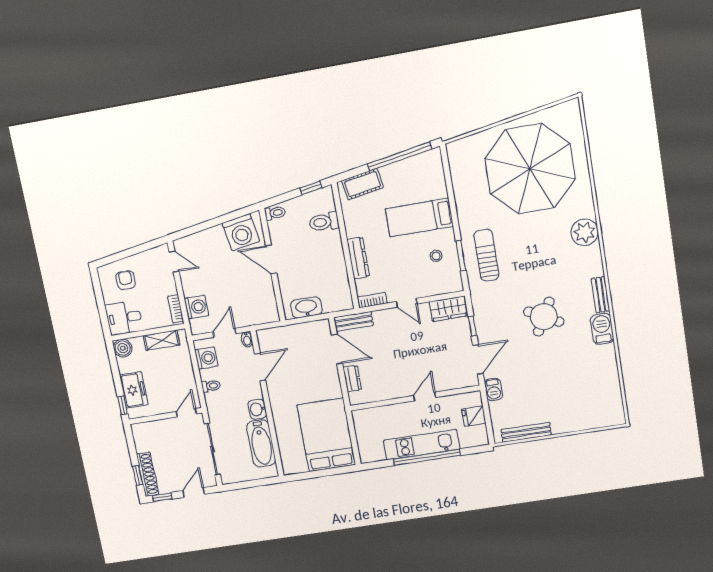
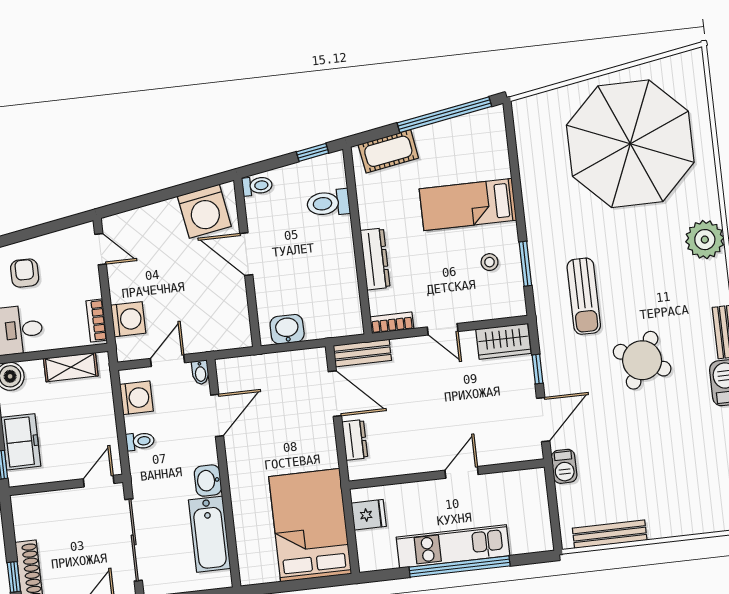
sun lounger: (486, 255) -> (584, 296), moved, turned 180
washbasin: (306, 307) -> (287, 329), width x0.72
fridge: (474, 416) -> (369, 515), moved, turned 180

